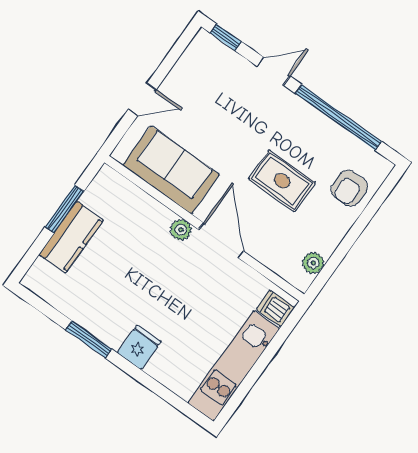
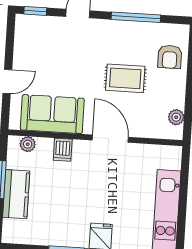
window: (339, 117) -> (136, 17), width x0.68
plant: (181, 230) -> (28, 144), moved
dishwasher: (275, 308) -> (63, 150), moved, turned -90

